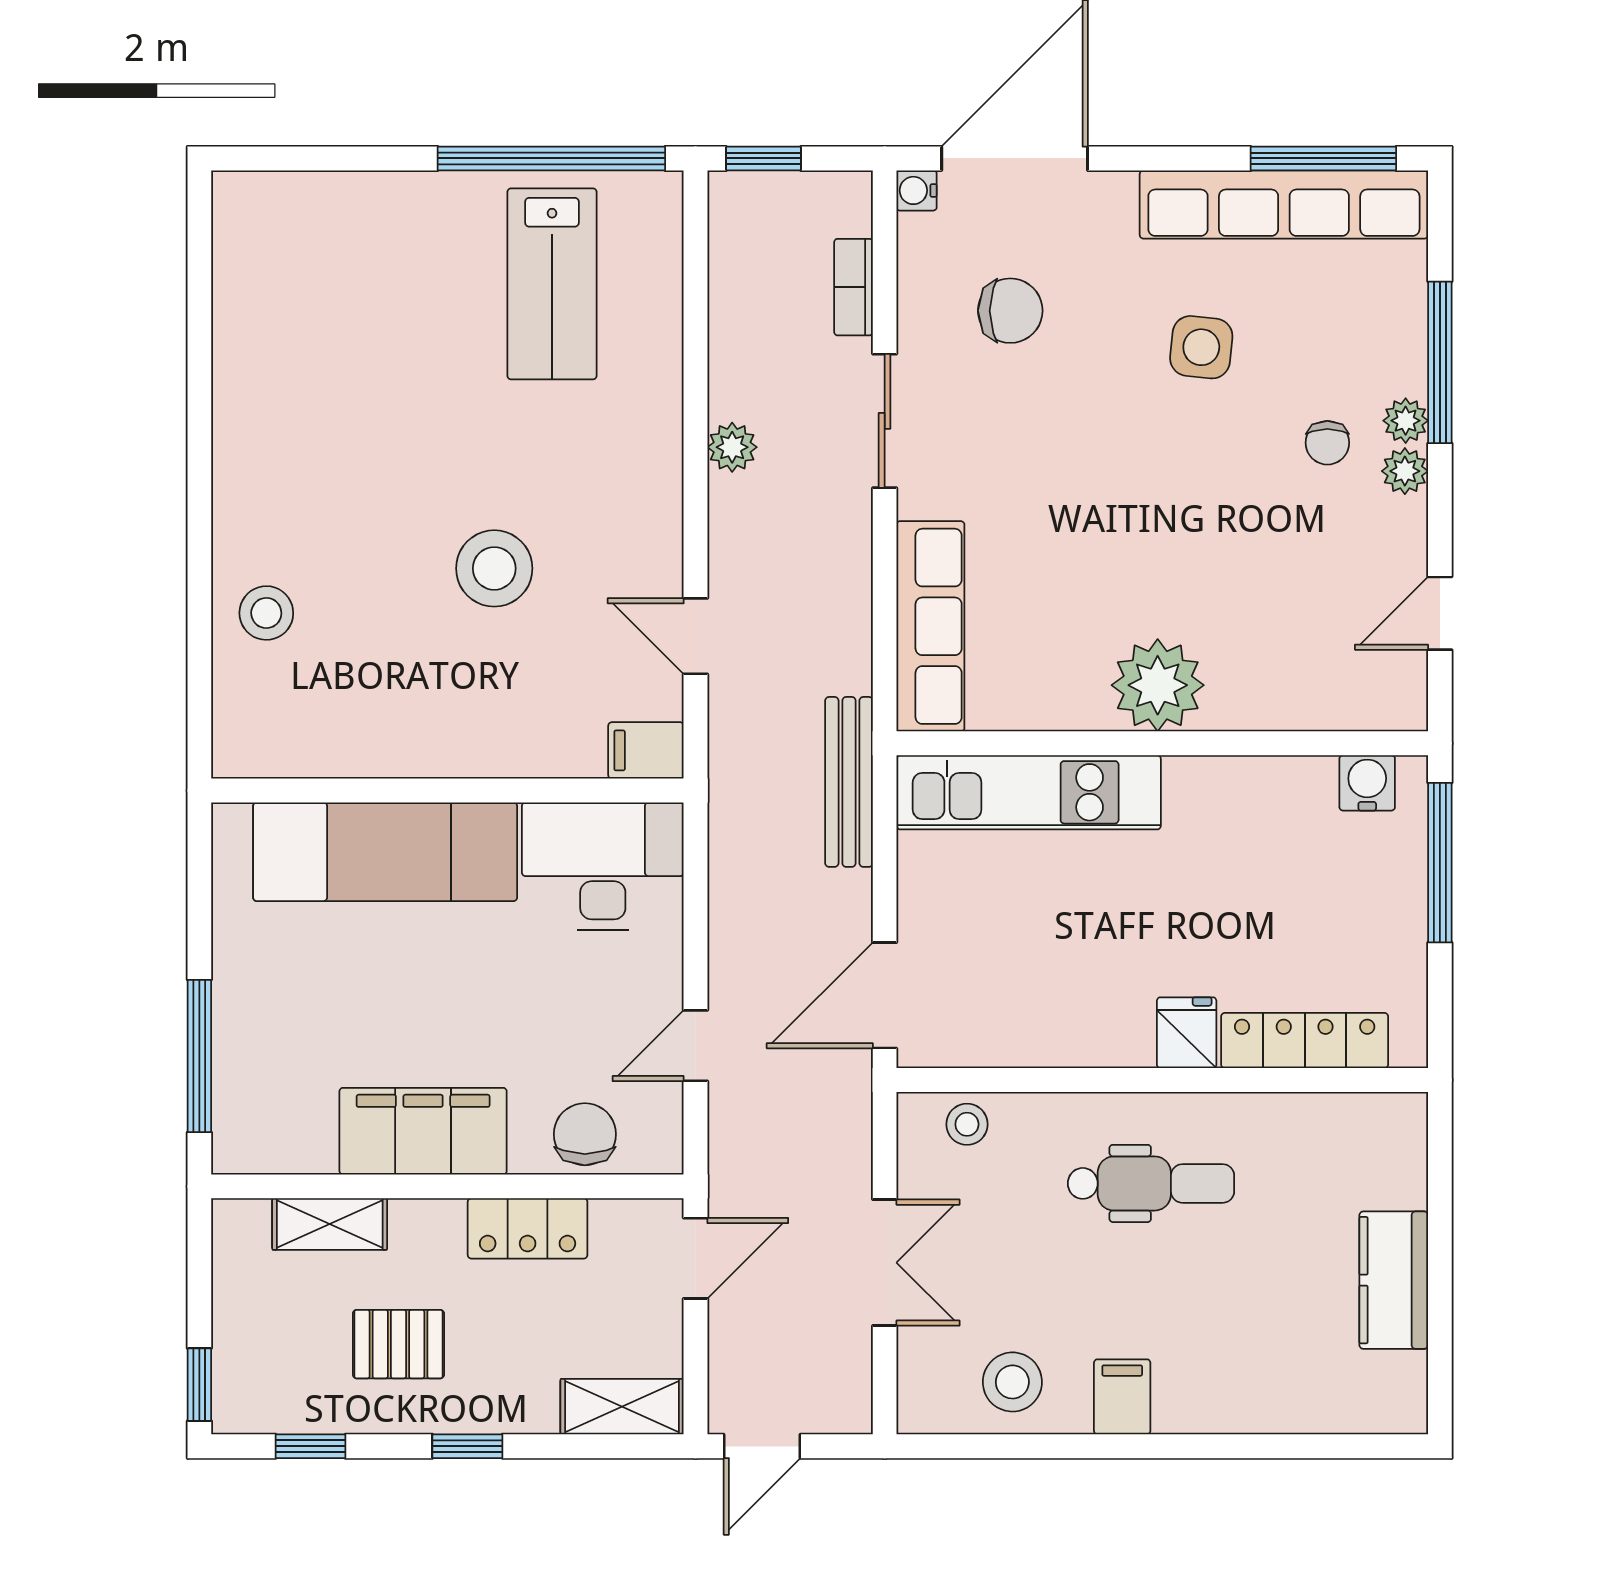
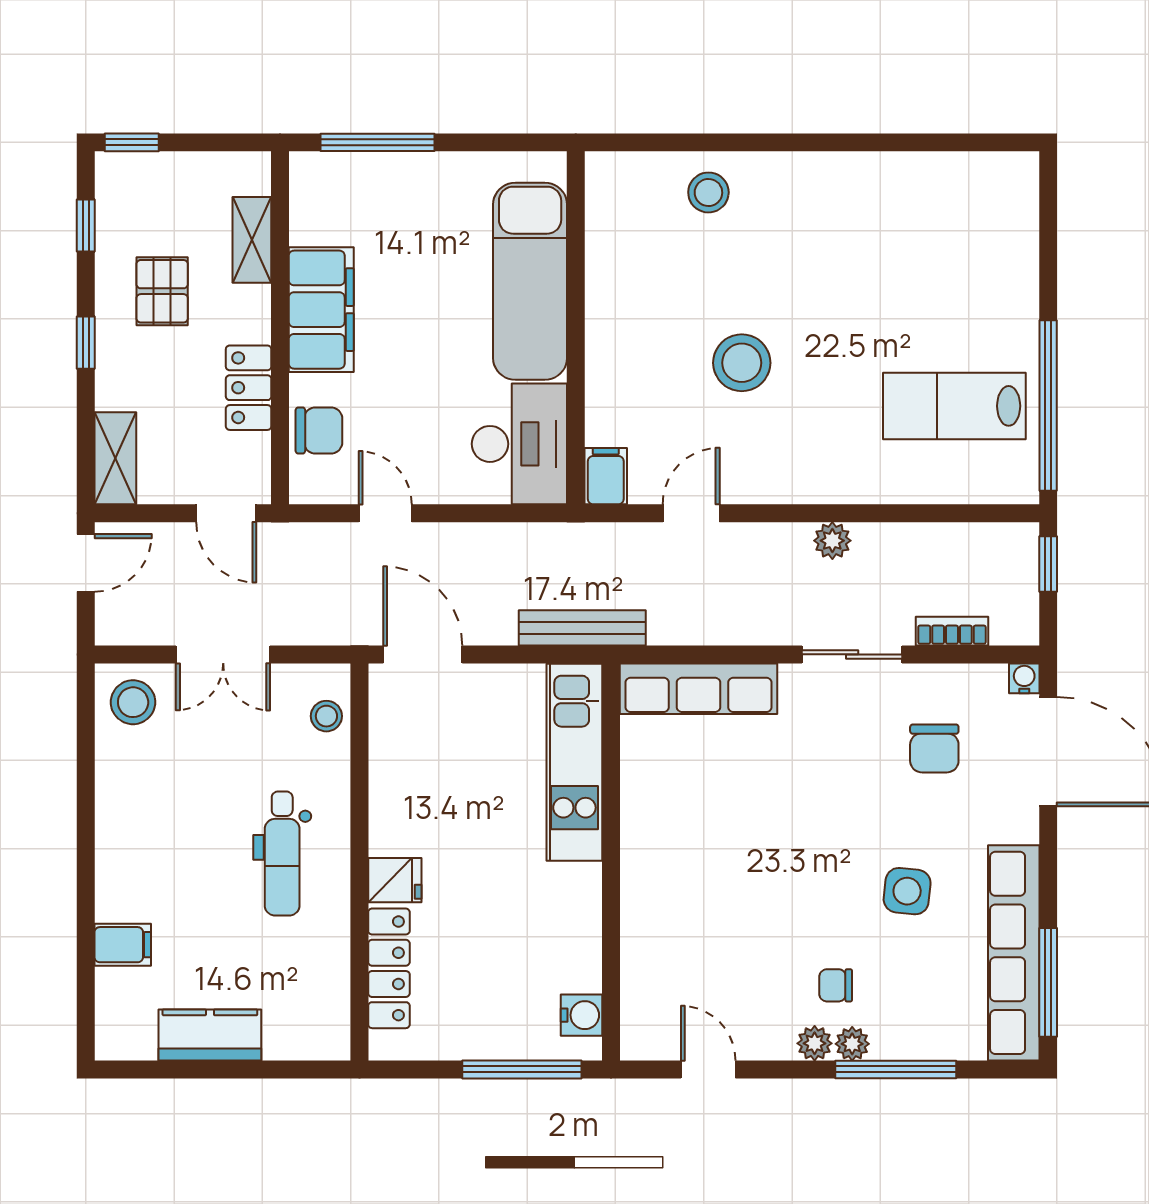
plant: (1158, 685) -> (654, 859), removed
stool: (1012, 1382) -> (133, 702), moved
filing cabinet: (1122, 1397) -> (123, 945), moved
door: (762, 1446) -> (86, 563), swing flipped

